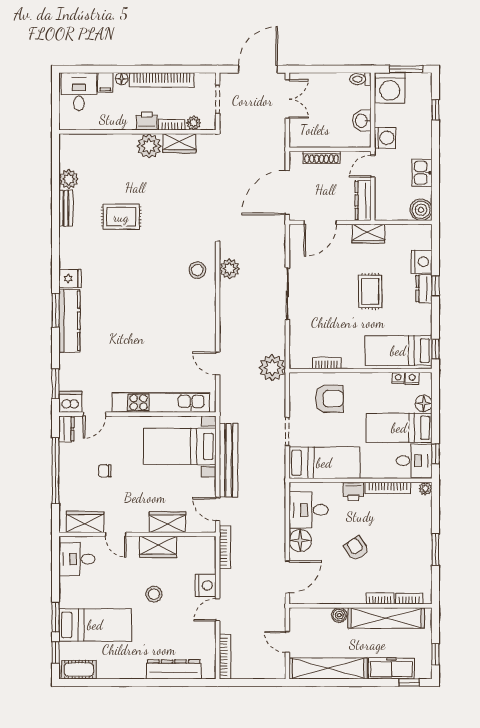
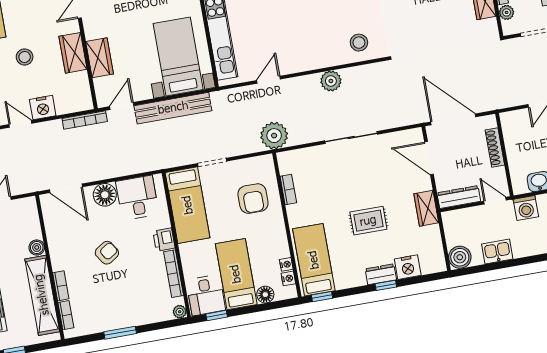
plant: (229, 269) -> (331, 81), moved

